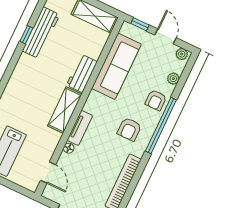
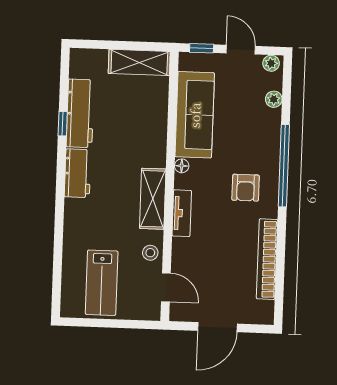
workbench: (82, 73) -> (78, 173), moved, turned 180
armchair: (156, 100) -> (263, 136), removed
stool: (48, 145) -> (150, 253), added
floor lamp: (69, 148) -> (182, 166), moved

